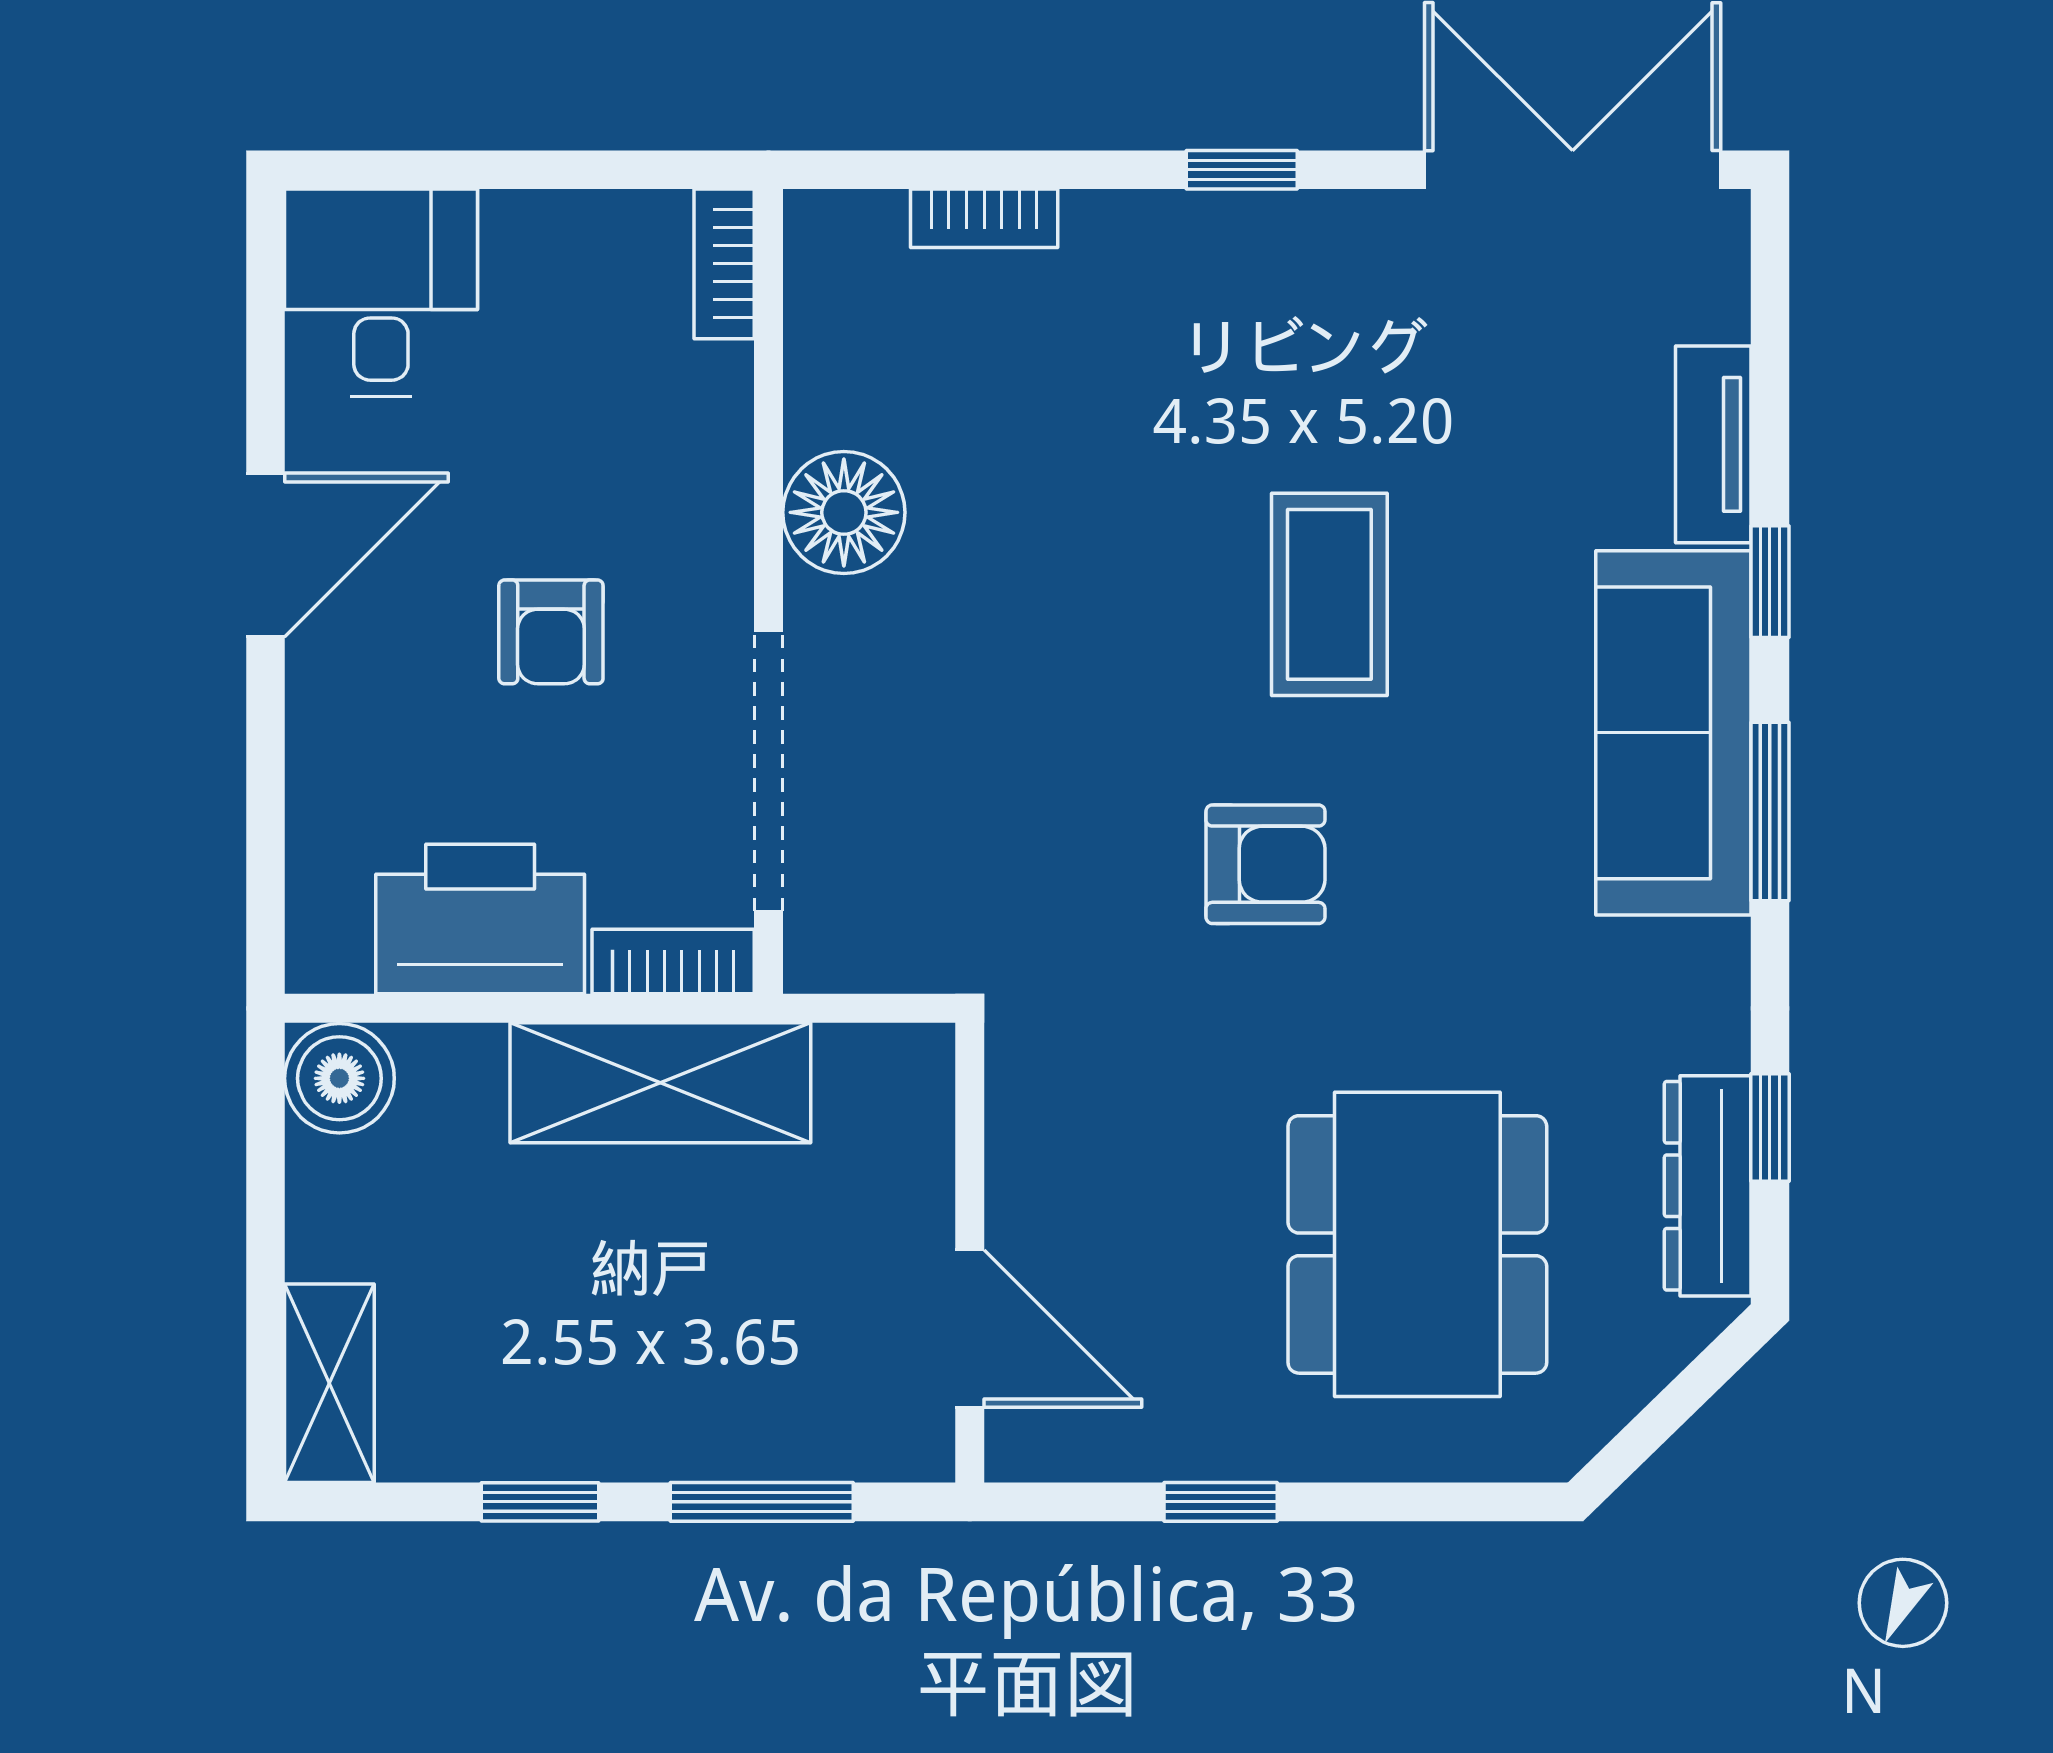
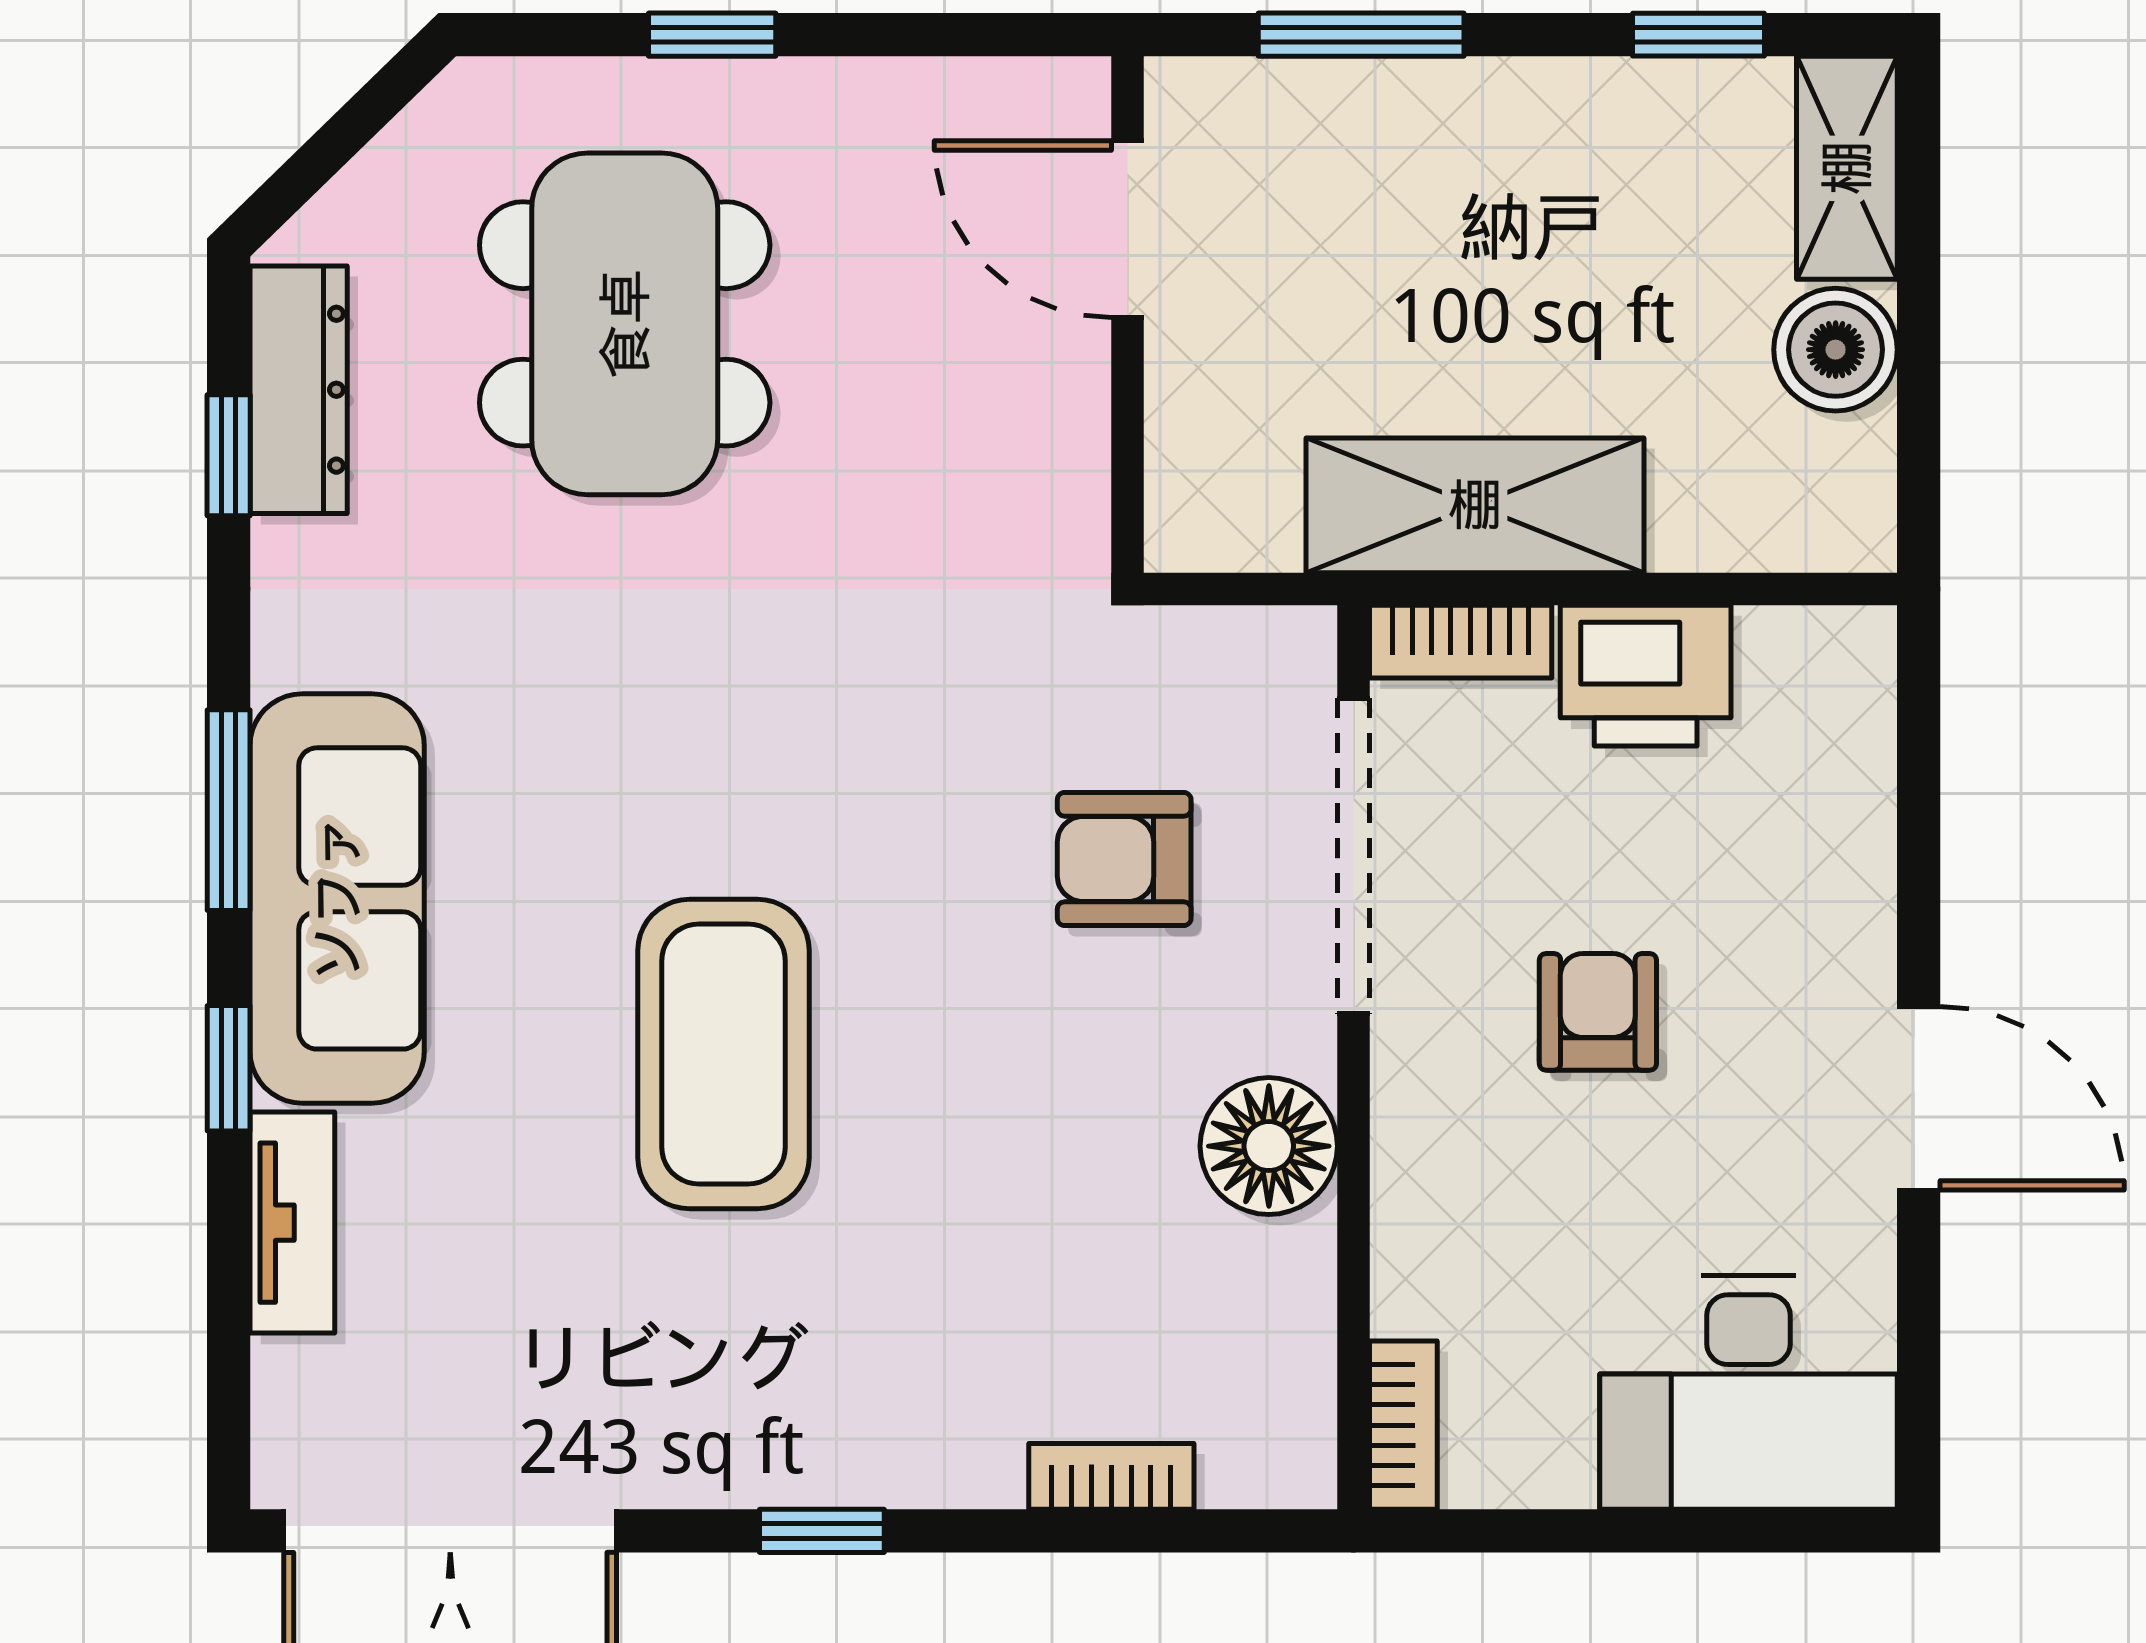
desk: (381, 293) -> (1748, 1393), width x1.37
door: (265, 555) -> (1919, 1098), swing flipped
coffee table: (1329, 594) -> (723, 1054), width x1.36, depth x1.32
armchair: (1265, 864) -> (1124, 859), moved
printer: (480, 919) -> (1646, 676), width x0.73, depth x0.84
boiler: (339, 1078) -> (1836, 350), moved
window: (540, 1502) -> (1699, 35), moved
window: (1221, 1502) -> (712, 35), moved

